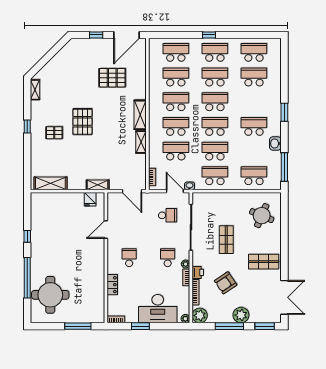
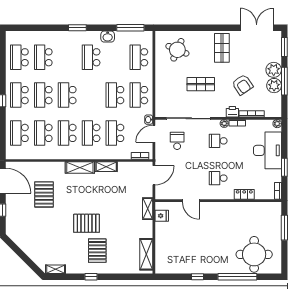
school desk: (215, 126) -> (91, 95), removed
pallet: (54, 133) -> (97, 251), width x1.50, depth x1.42
plant: (200, 315) -> (274, 86), moved

